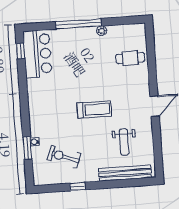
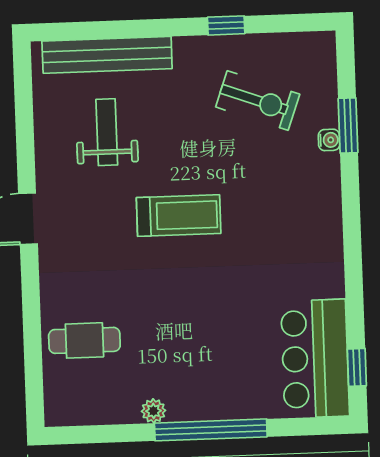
treadmill: (94, 110) -> (179, 216), turned 180

